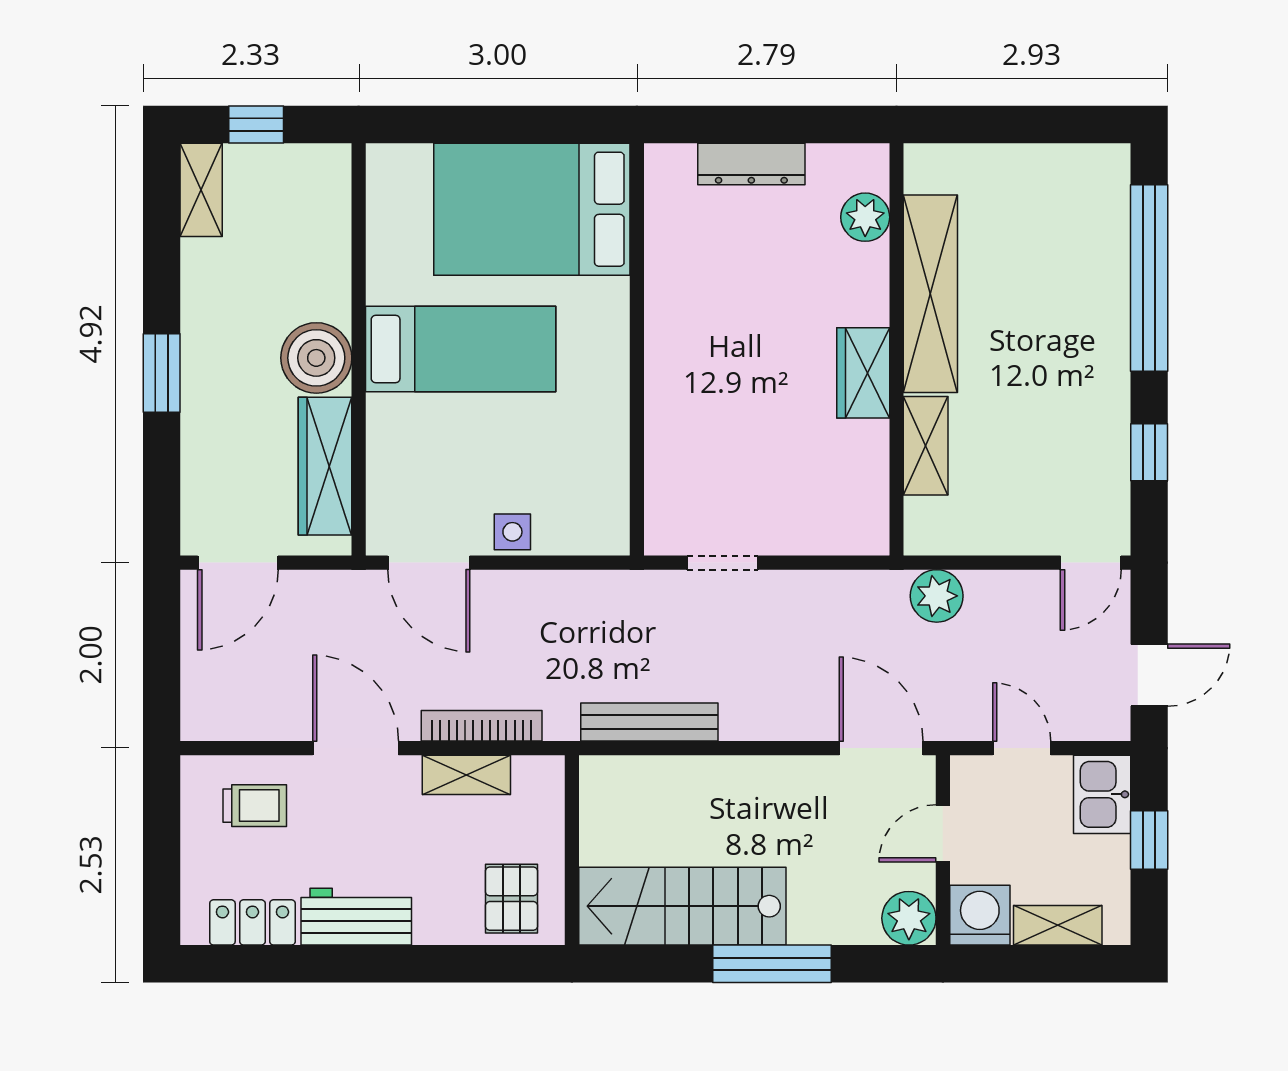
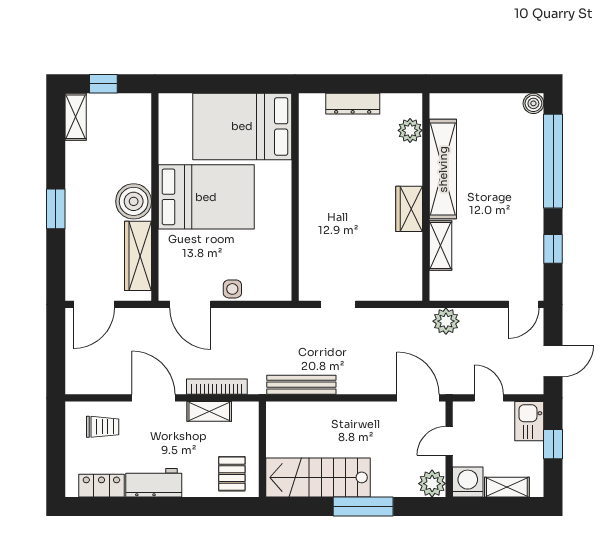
boiler: (1110, 163) -> (533, 103), added
bed: (461, 349) -> (206, 197), width x1.50

